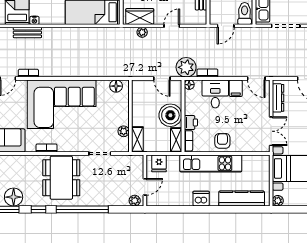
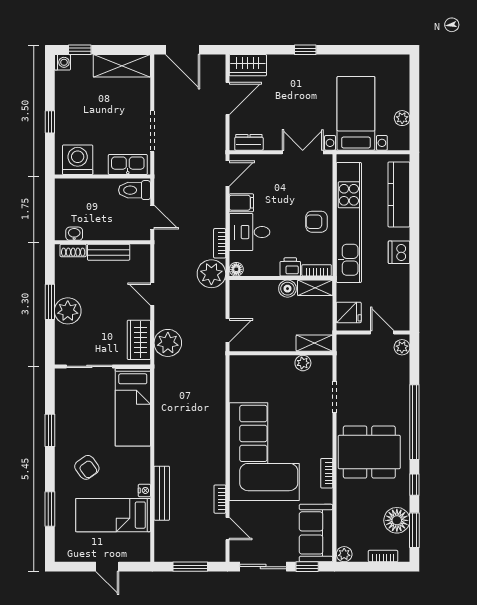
plant: (142, 32) -> (168, 343), width x1.87, depth x1.87
bench: (27, 33) -> (162, 493), width x1.36
door: (162, 78) -> (227, 330), moved
floor lamp: (116, 86) -> (238, 374), removed
dresser: (278, 98) -> (249, 142), width x0.70
boiler: (170, 115) -> (287, 289), width x0.54, depth x0.54
kitchen unit: (211, 163) -> (349, 222), width x1.36
plant: (278, 201) -> (402, 118), moved

